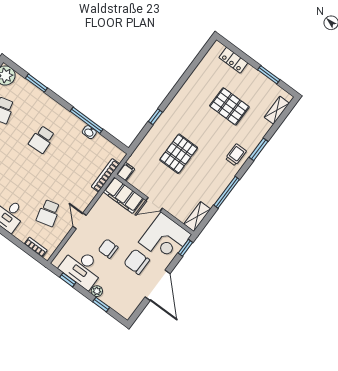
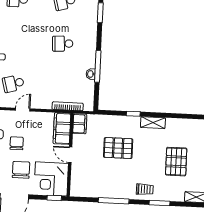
filing cabinet: (126, 172) -> (80, 124), width x2.00
shelving: (197, 217) -> (153, 123), moved

